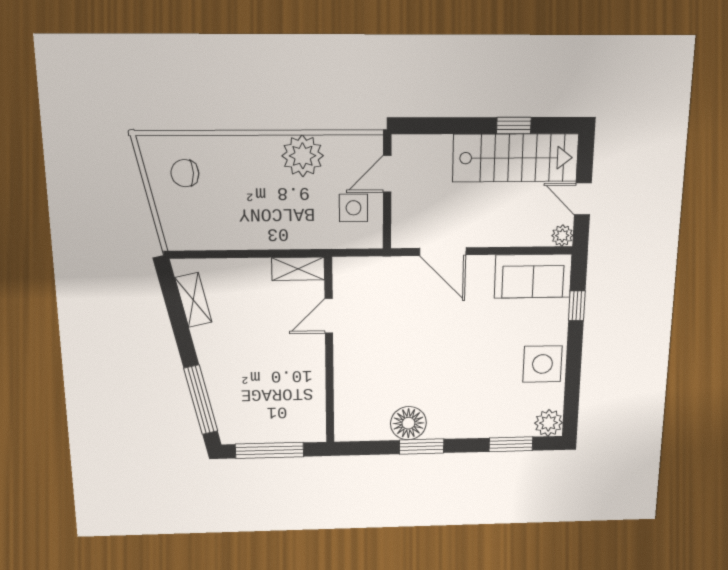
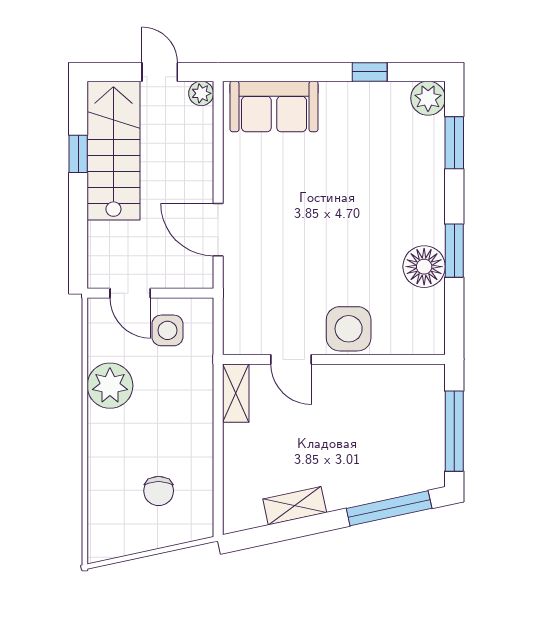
chair: (185, 173) -> (159, 491), moved
door: (583, 199) -> (160, 72), swing flipped
door: (443, 252) -> (218, 230), swing flipped
sofa: (533, 276) -> (274, 106), moved, turned 90
shelving: (193, 300) -> (295, 506), moved
window: (577, 306) -> (370, 72), moved
side table: (542, 364) -> (349, 329), moved

